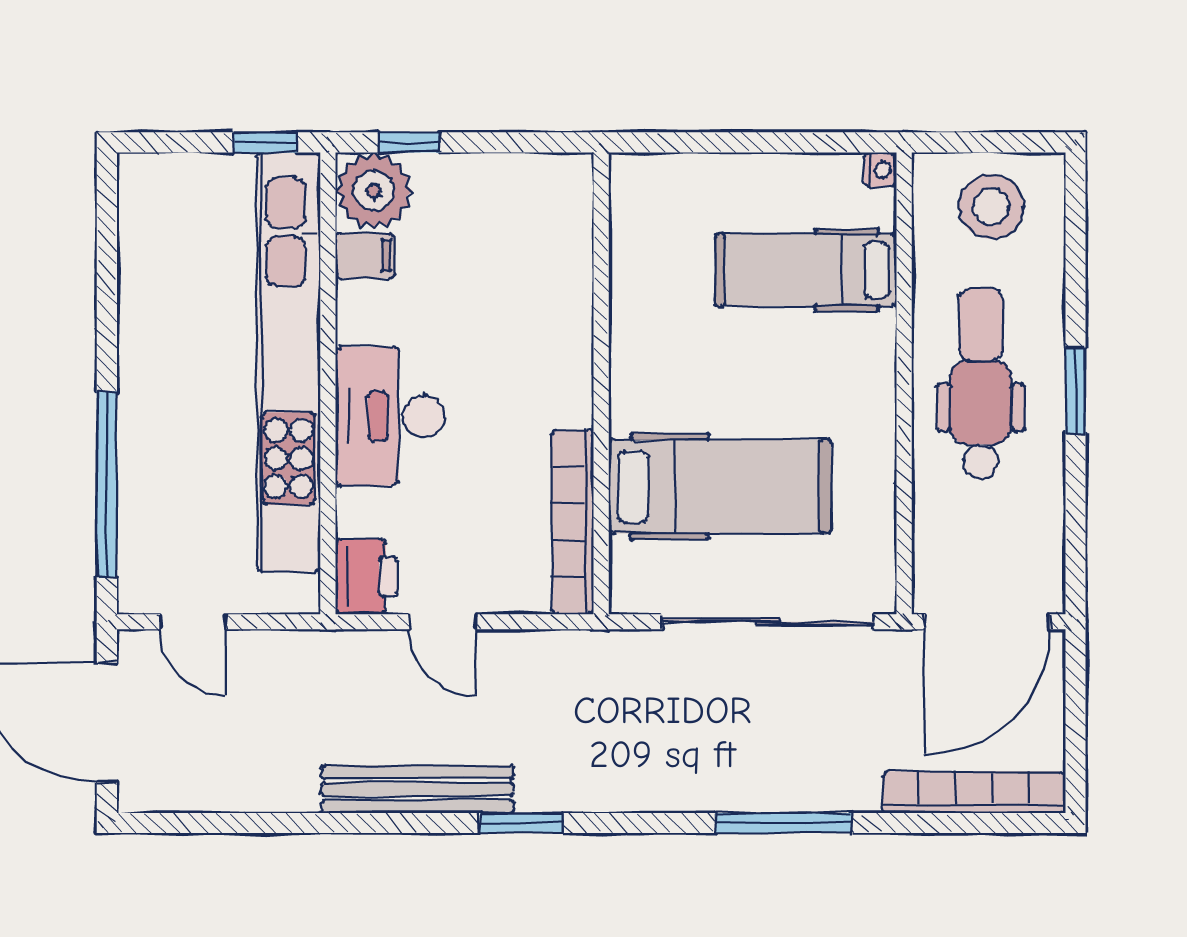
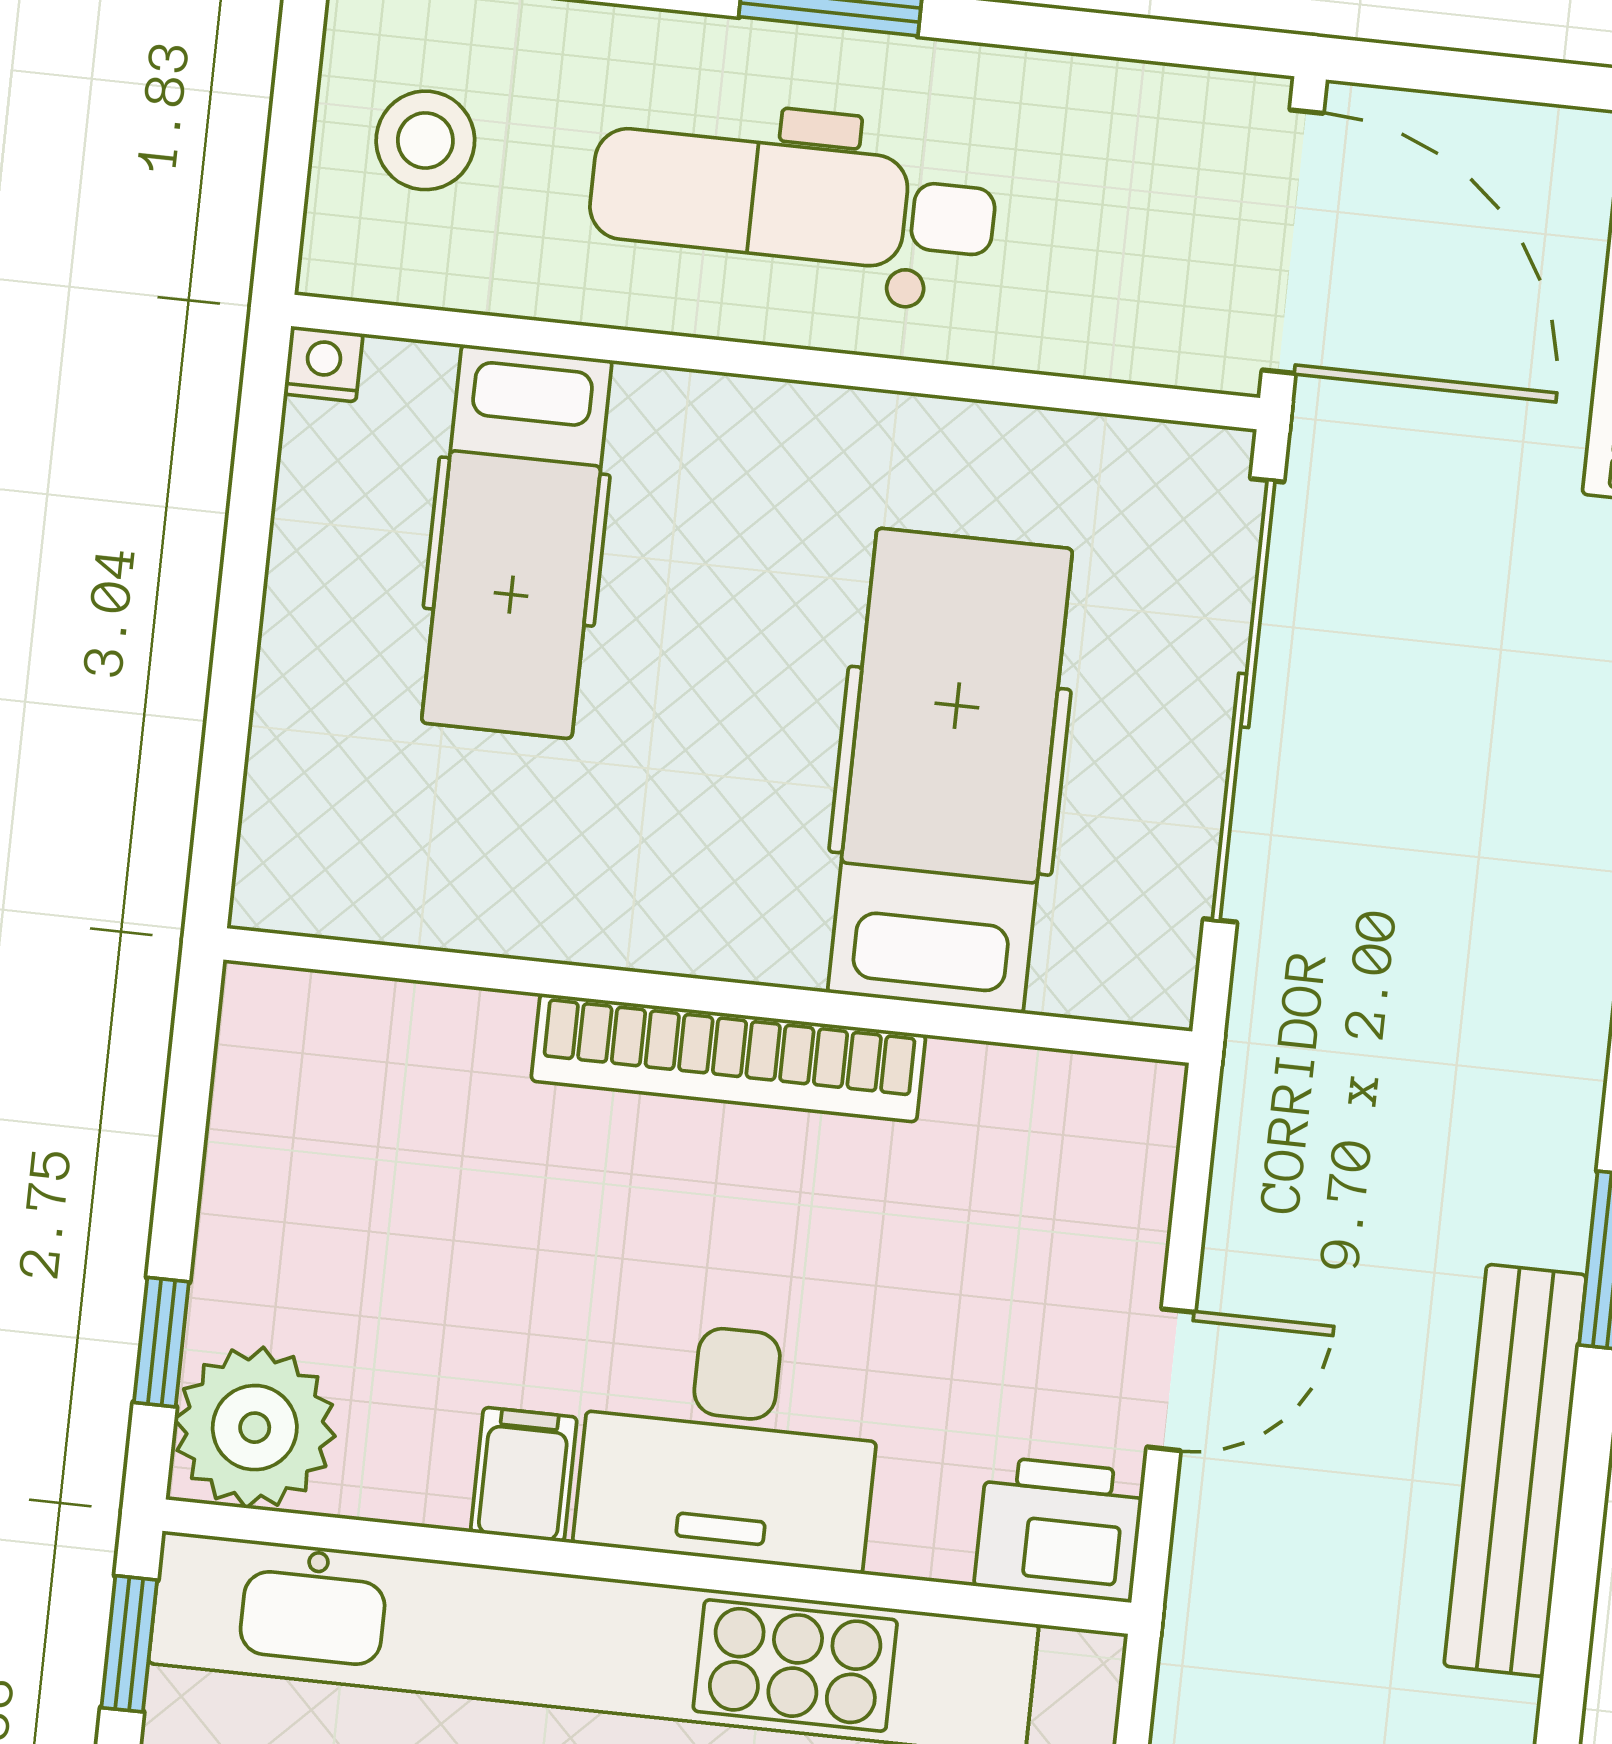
stool: (991, 207) -> (425, 140), width x0.73, depth x0.73
filing cabinet: (365, 256) -> (524, 1475), moved
bookcase: (573, 522) -> (728, 1058), moved

